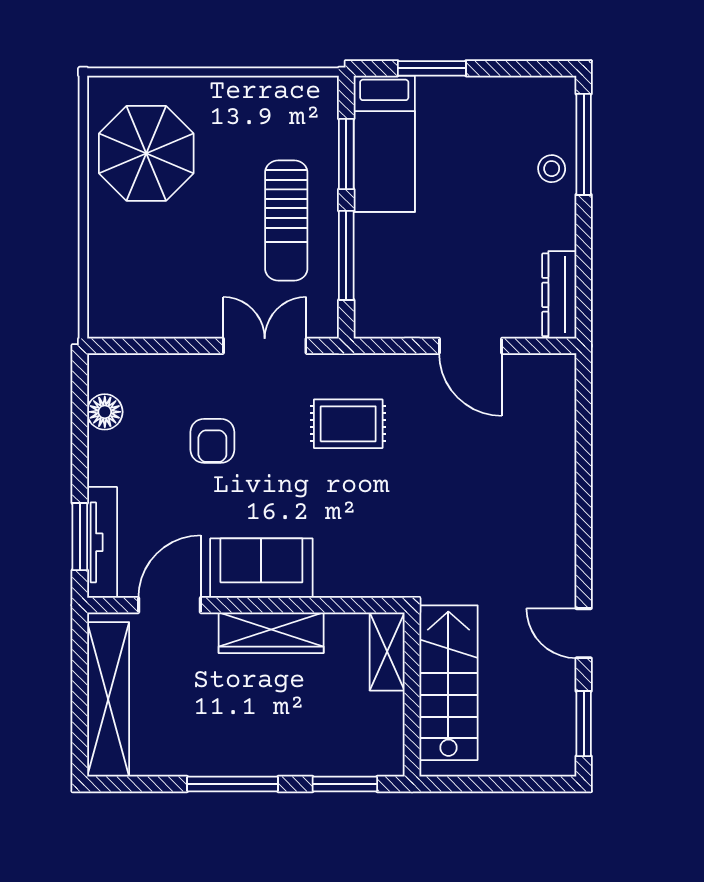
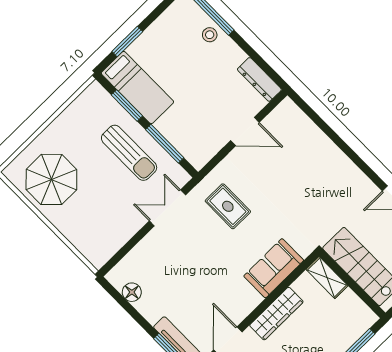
rug: (348, 424) -> (228, 206), turned 90
armchair: (212, 441) -> (183, 263), removed
sofa: (261, 568) -> (274, 268), moved

